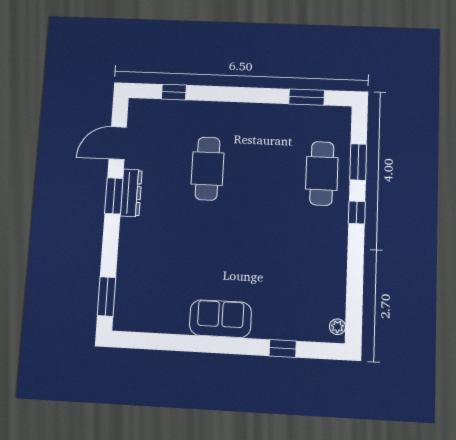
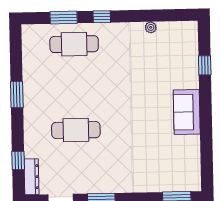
window: (307, 97) -> (17, 95), moved
dresser: (131, 193) -> (32, 177), moved, turned 90
plant: (337, 327) -> (151, 27), moved

